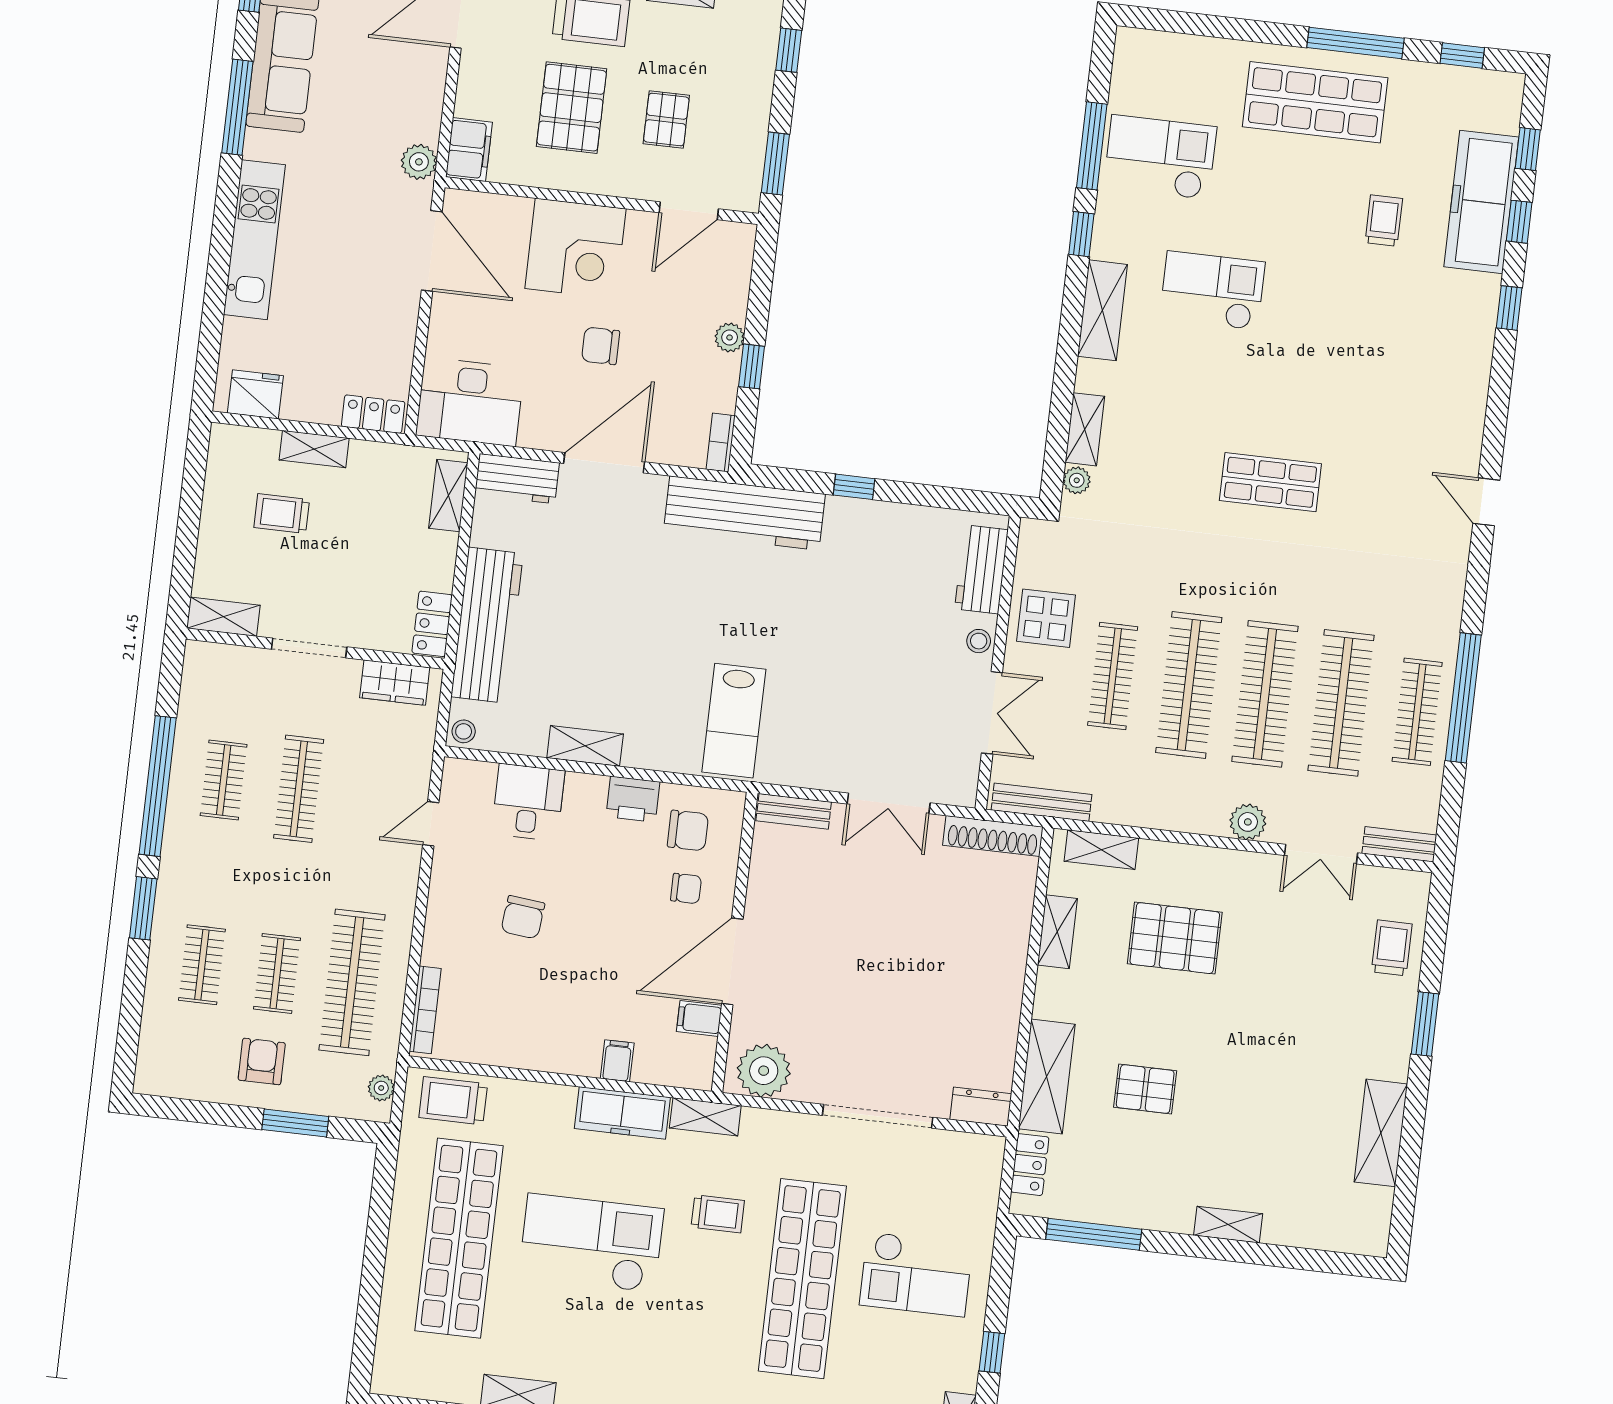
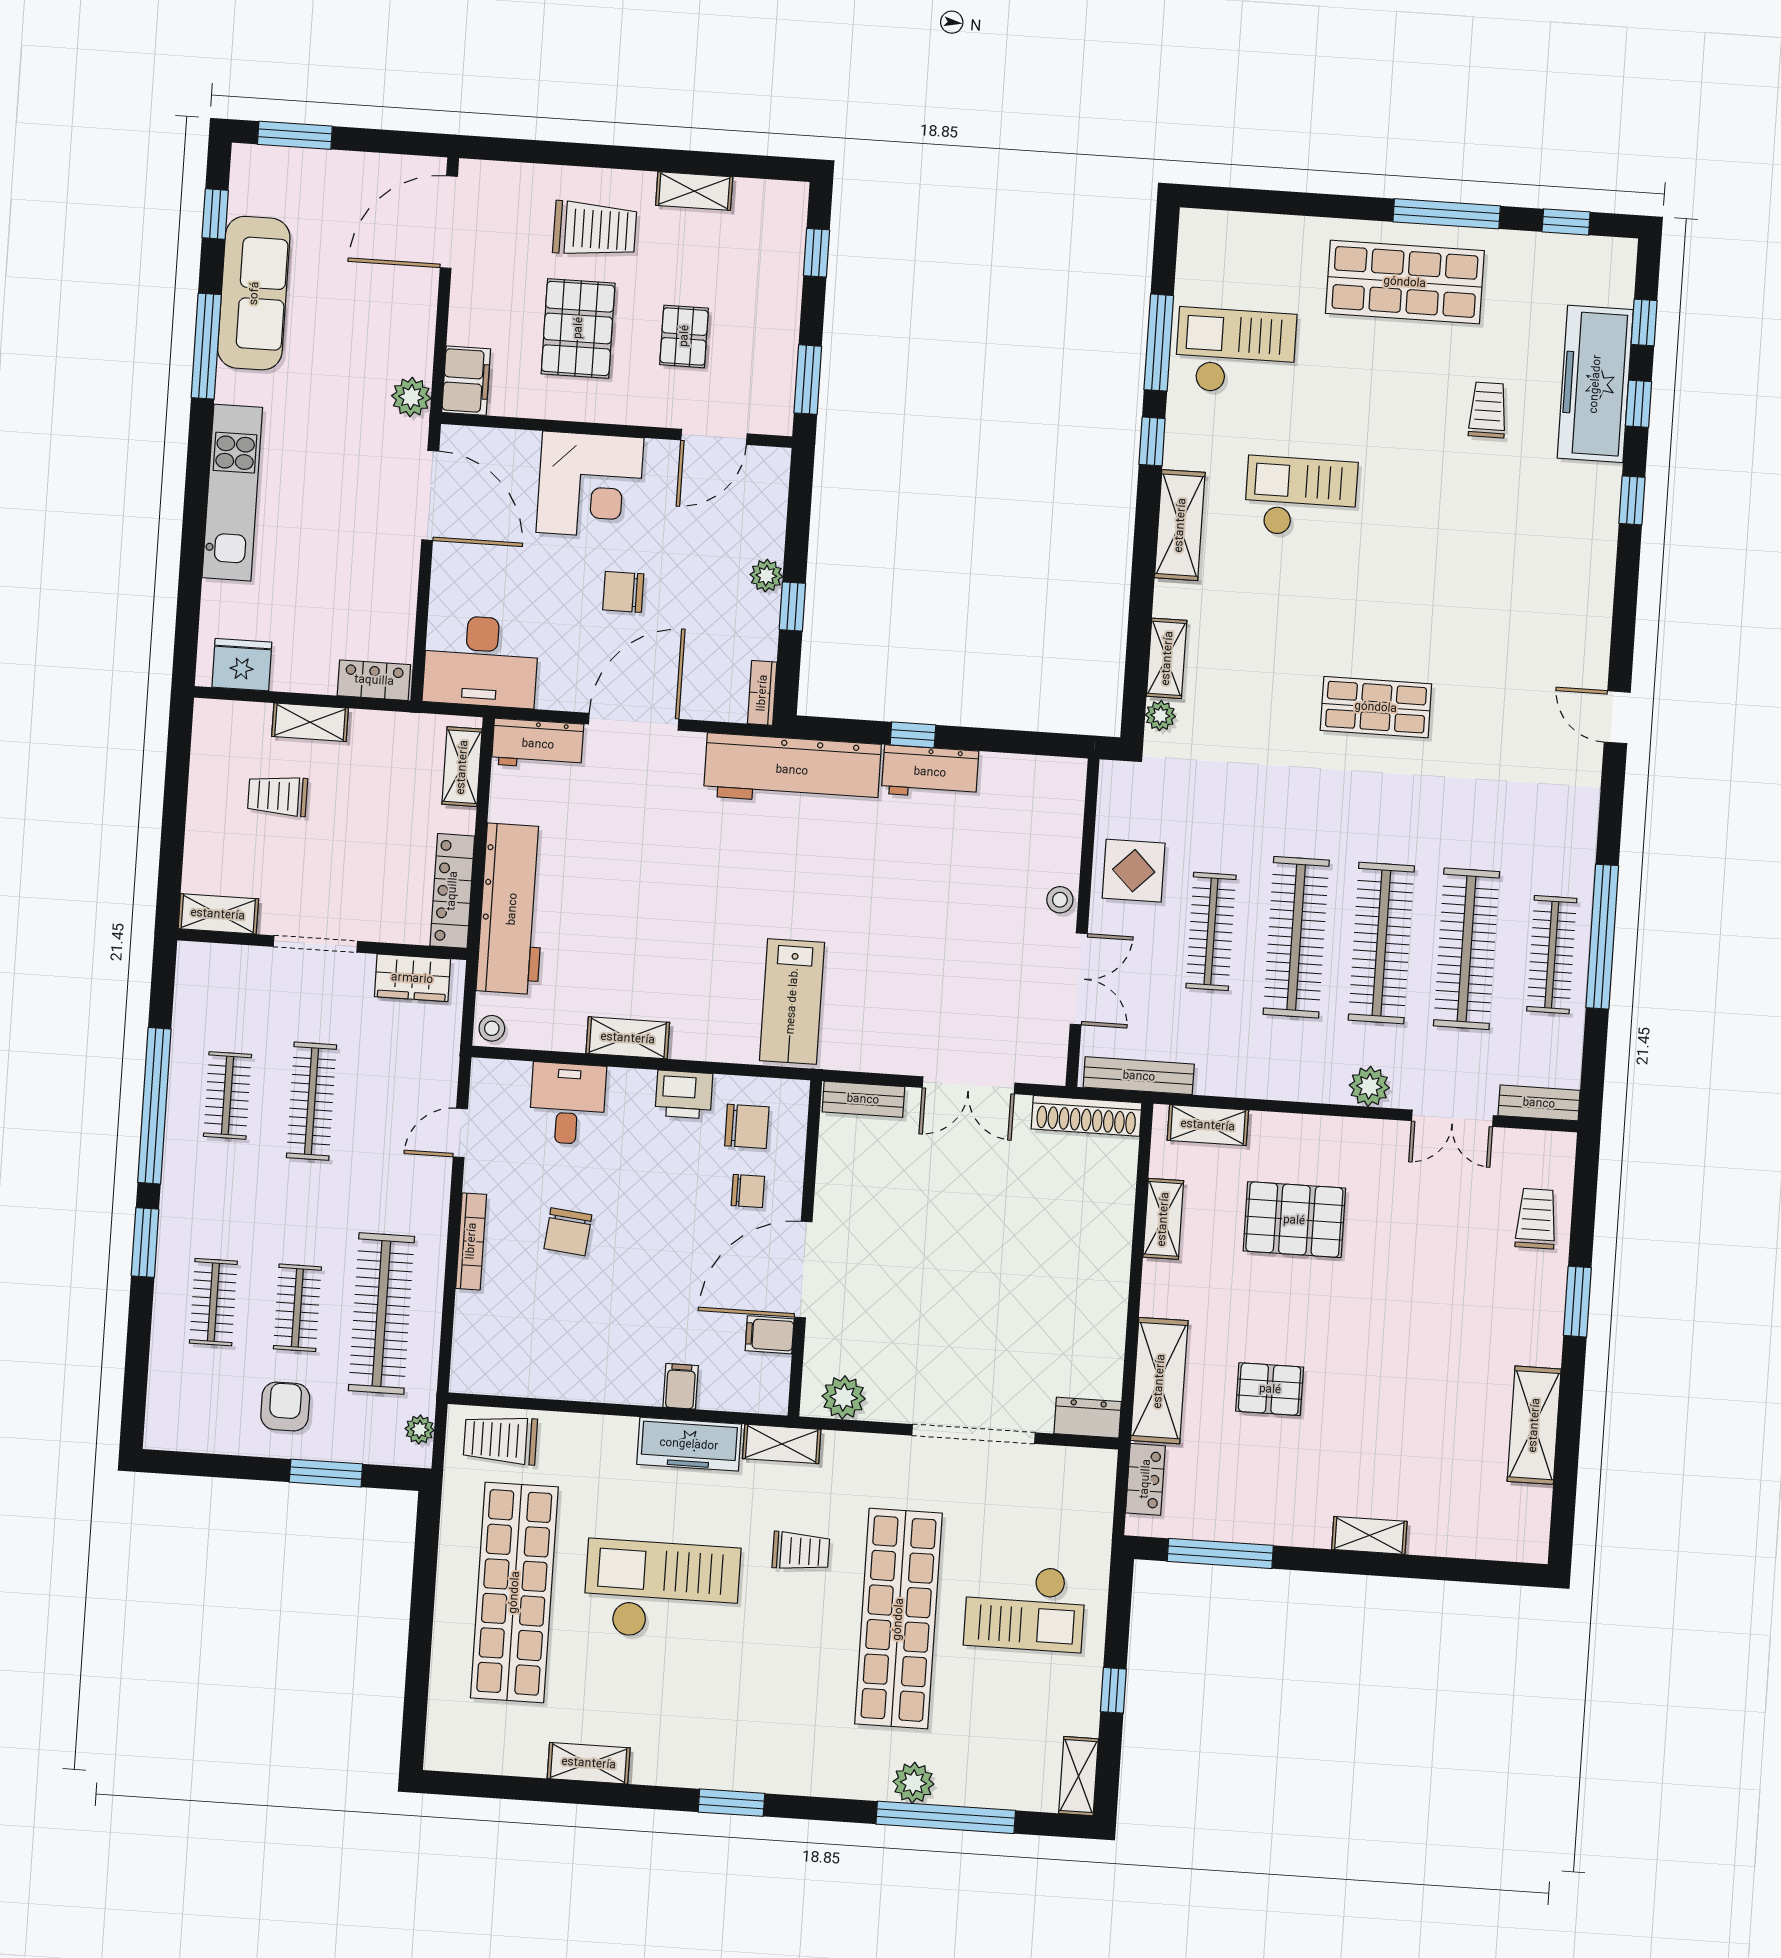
workbench: (981, 569) -> (930, 772), moved, turned -90
locker: (432, 624) -> (452, 891), width x1.53
bookcase: (425, 1010) -> (471, 1241), moved
plant: (764, 1071) -> (844, 1397), width x0.73, depth x0.73

